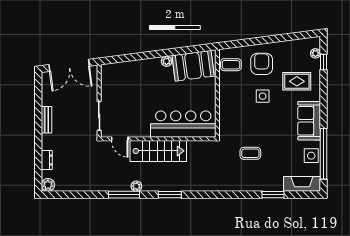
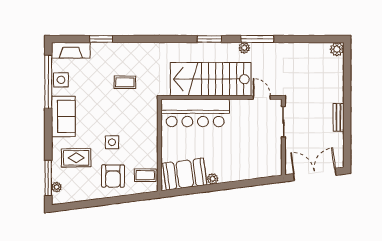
window: (323, 62) -> (48, 178), width x2.17
stairs: (158, 151) -> (211, 79), width x1.36, depth x1.51
dresser: (47, 160) -> (338, 75), removed

